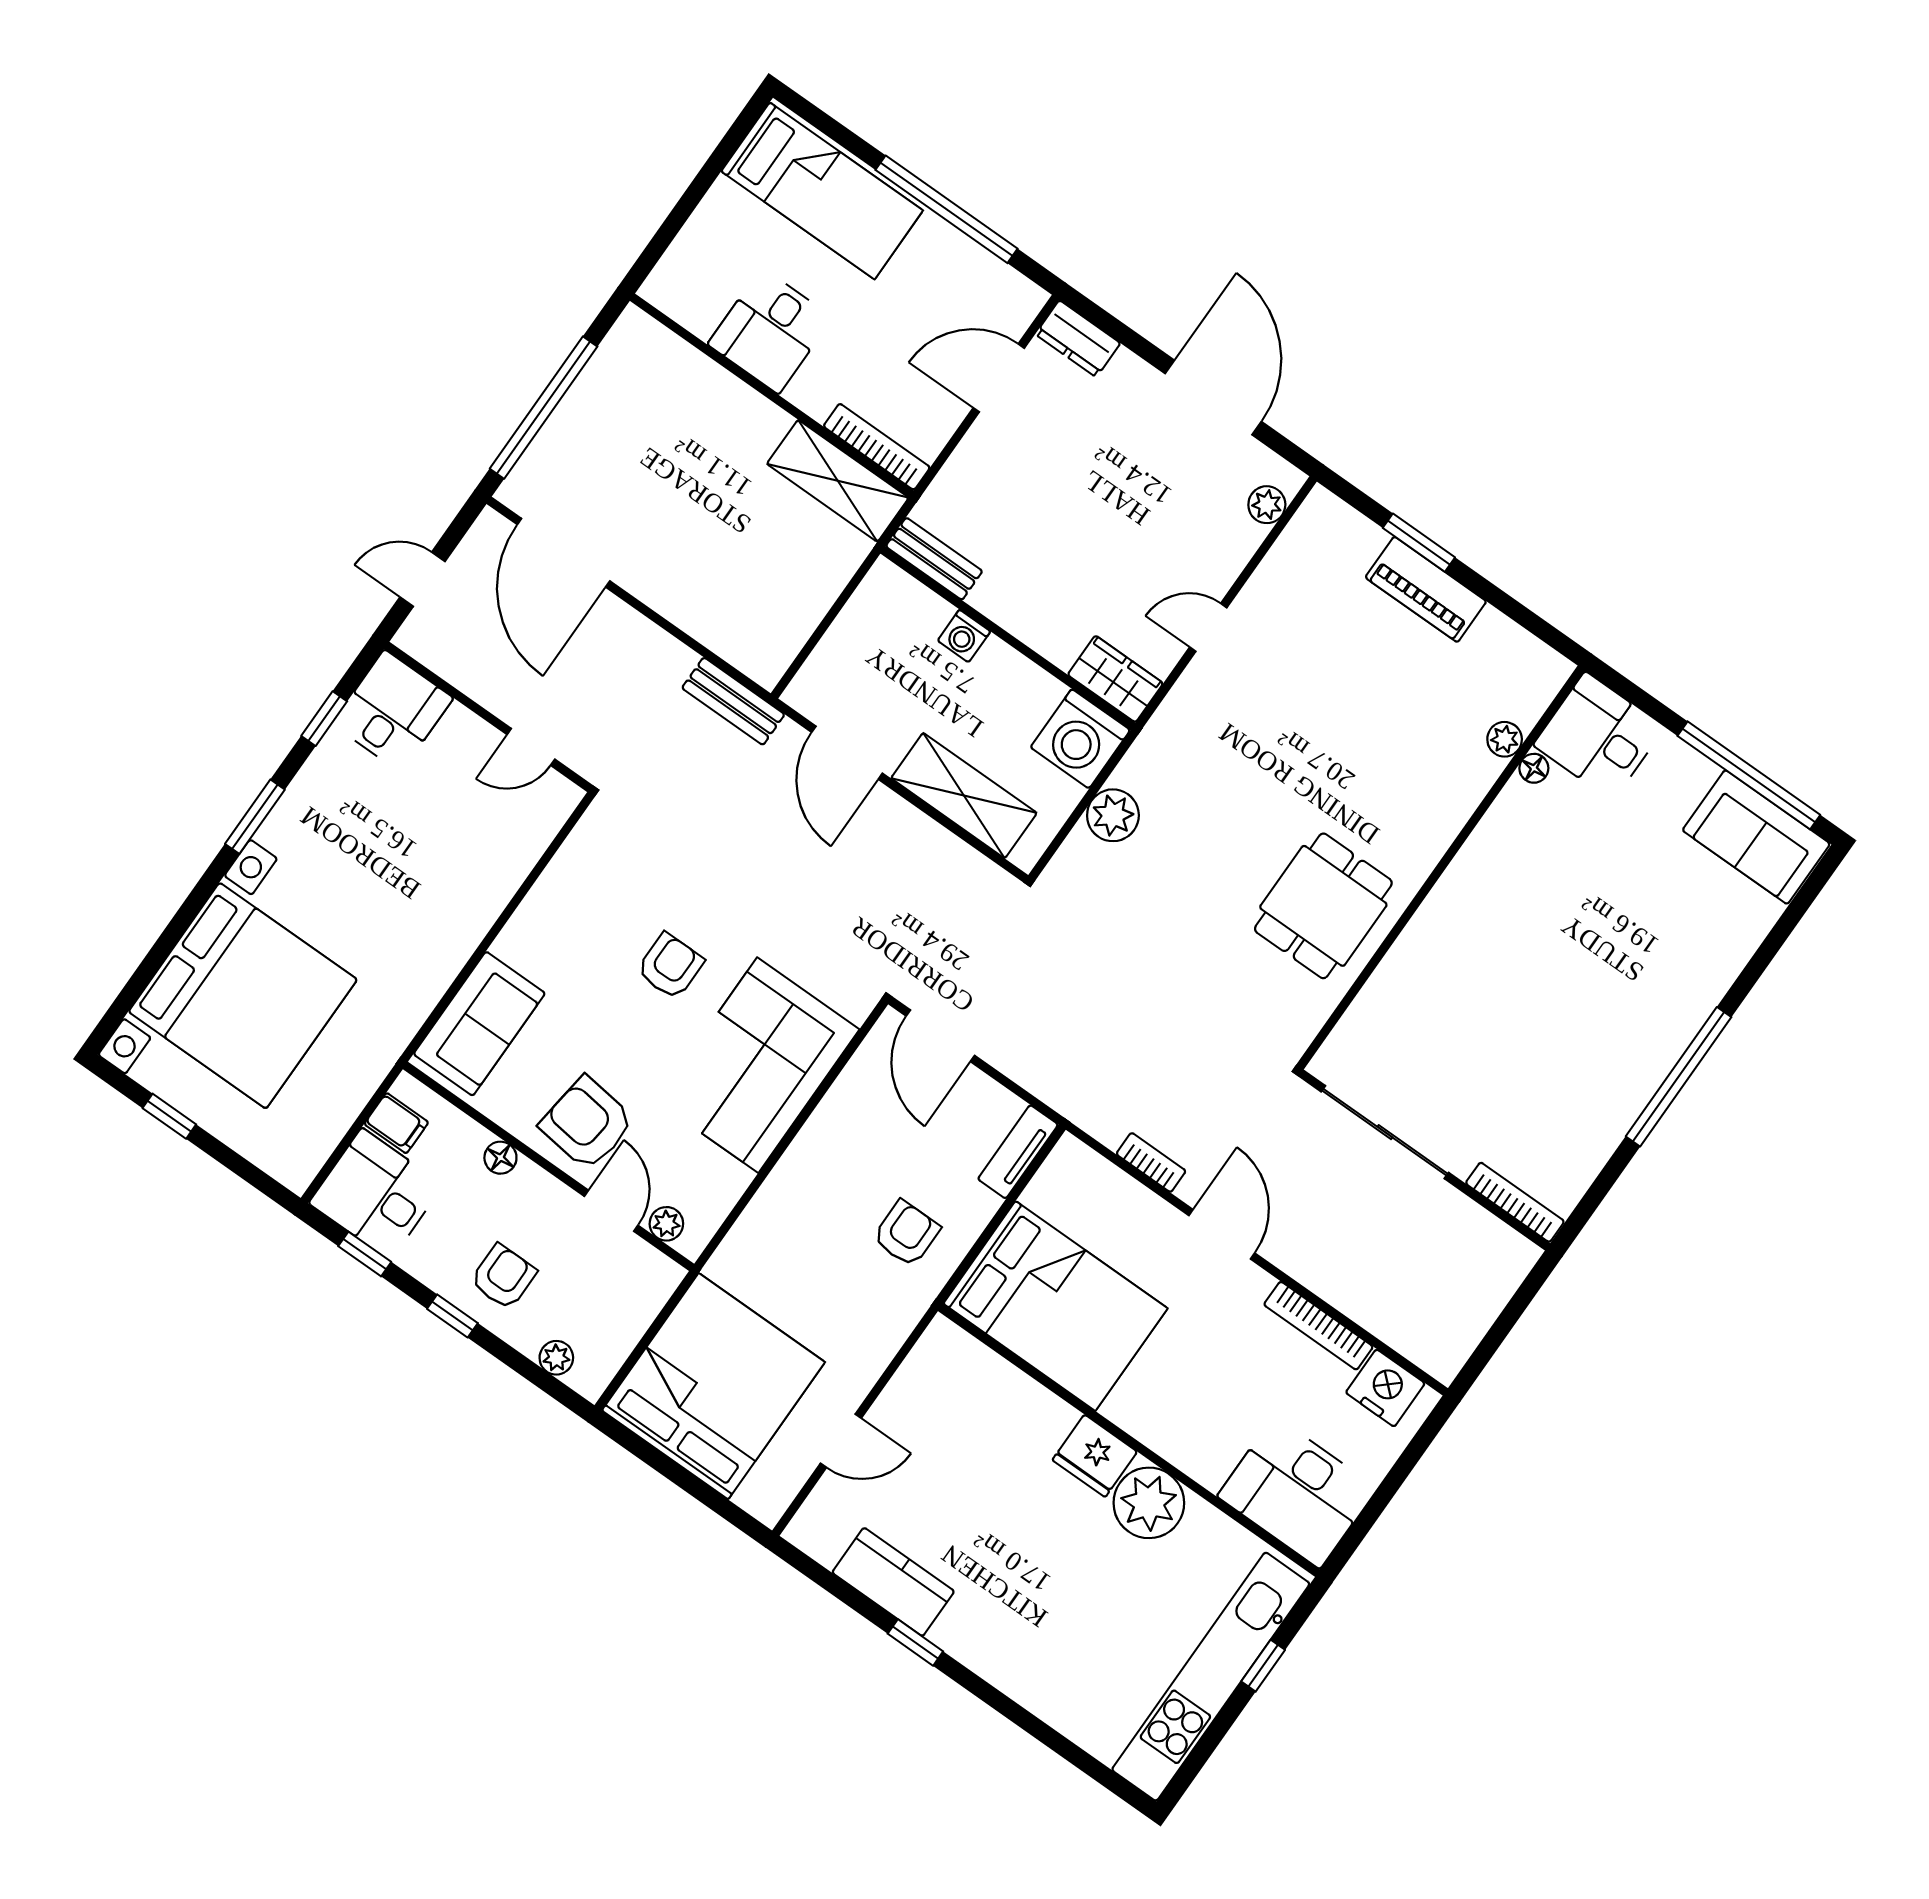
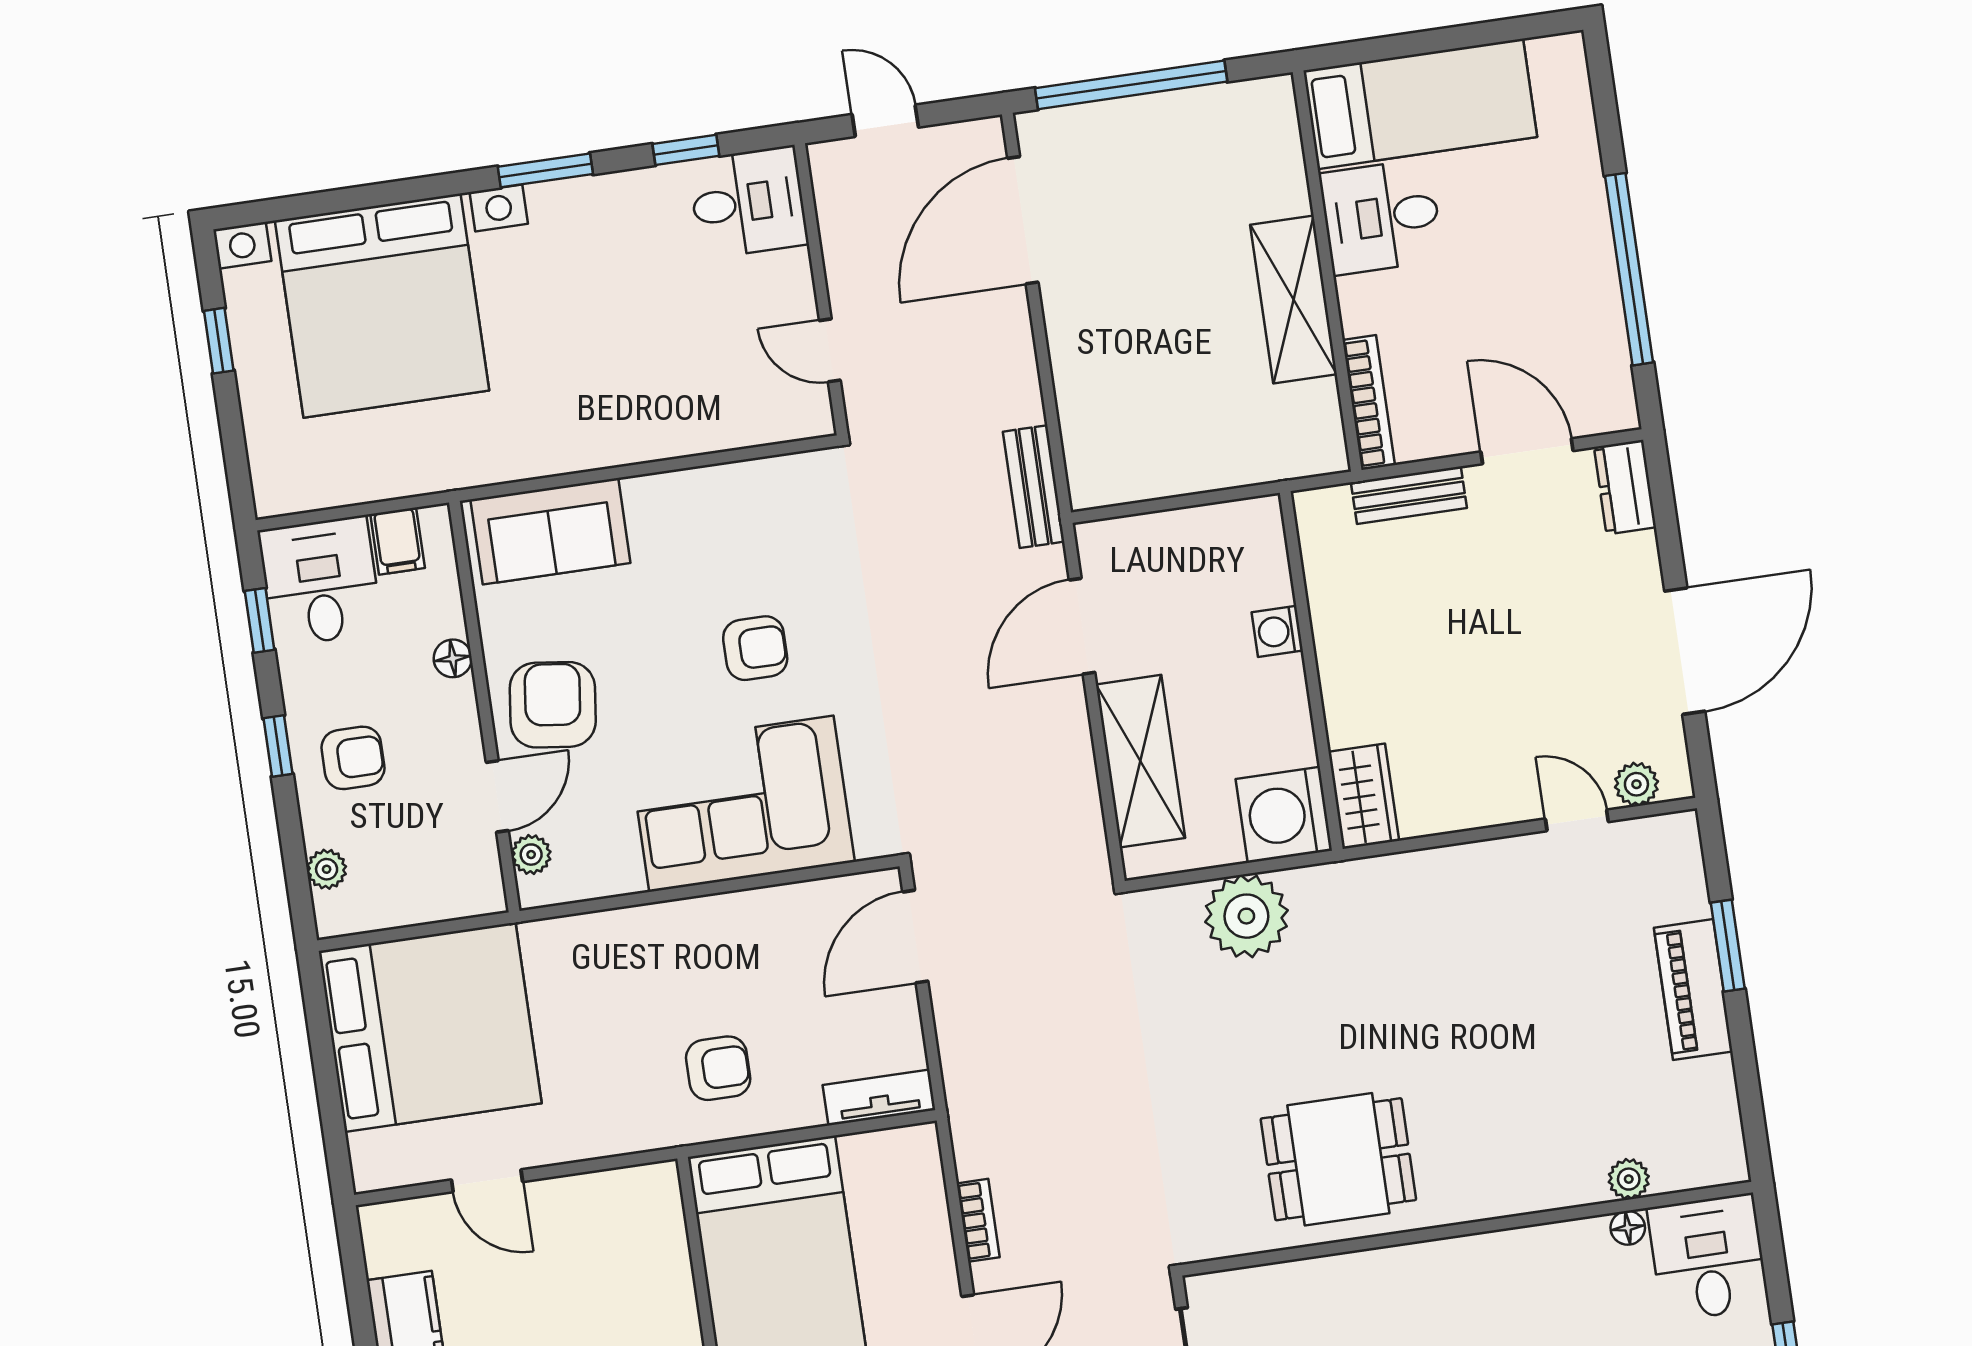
bed: (822, 191) -> (1420, 104), moved, turned -90
shelving: (838, 481) -> (1294, 300), moved
bench: (934, 559) -> (1409, 495), moved, turned 90
door: (1208, 627) -> (1577, 820), moved
plant: (1113, 815) -> (1246, 916), width x1.36, depth x1.36

